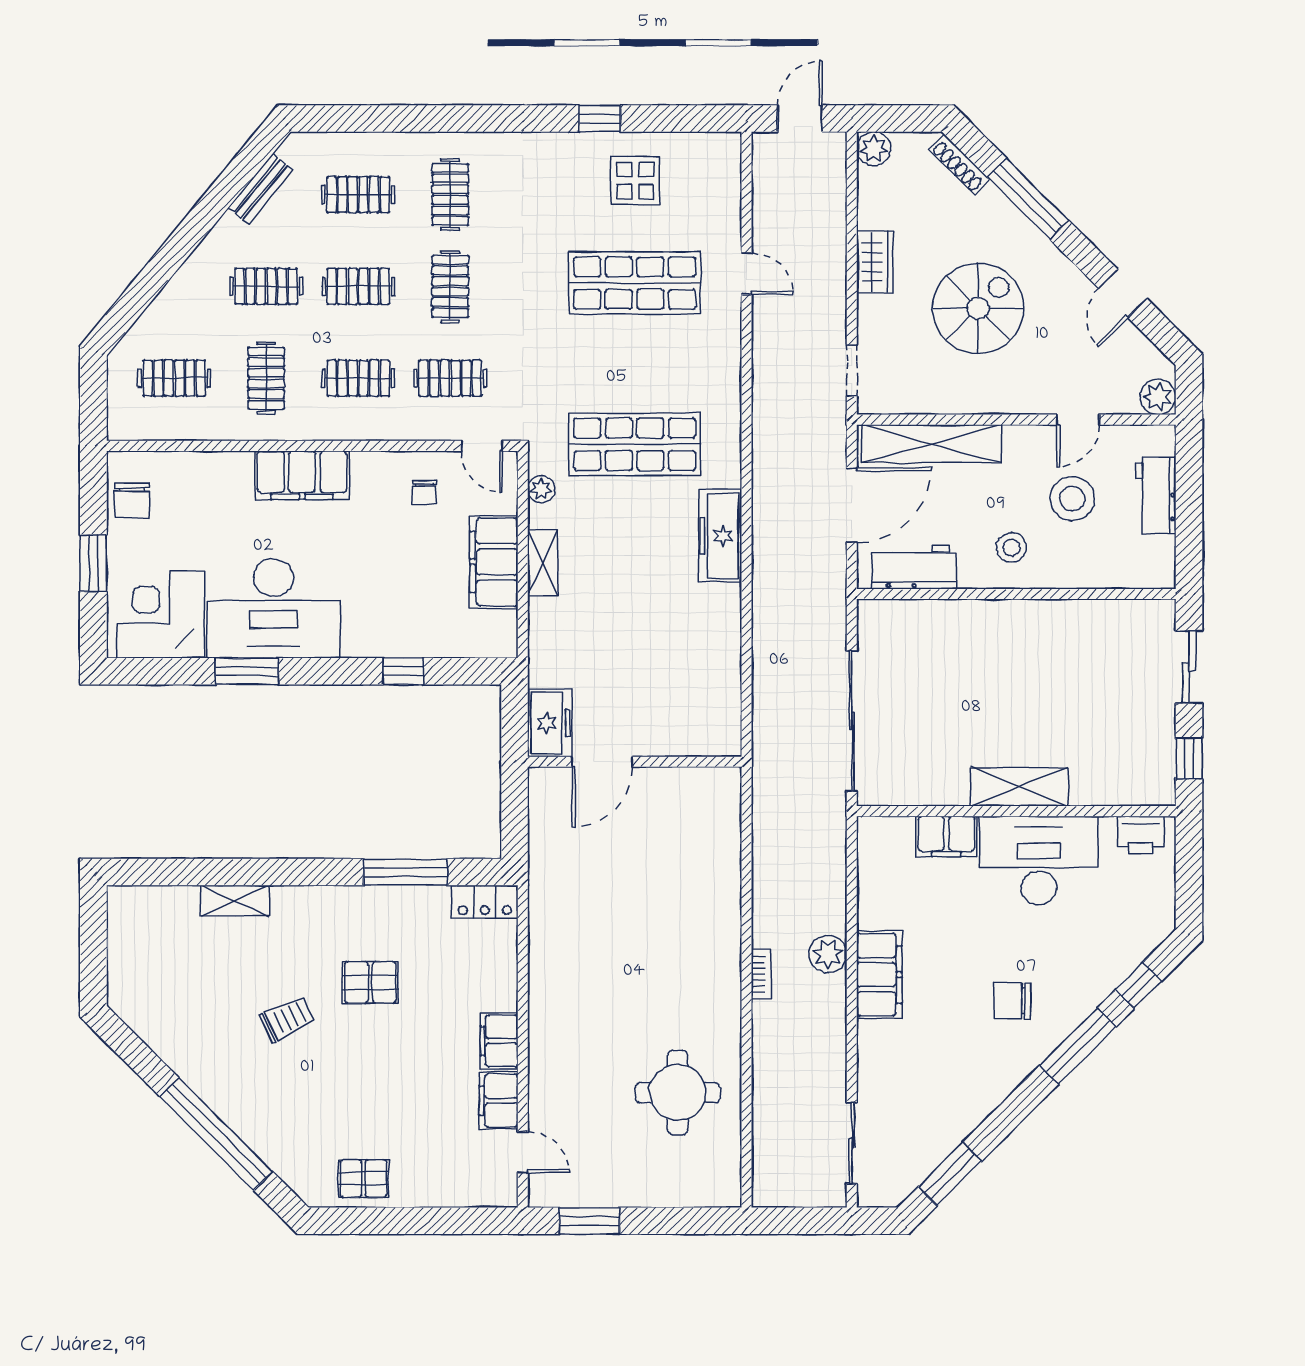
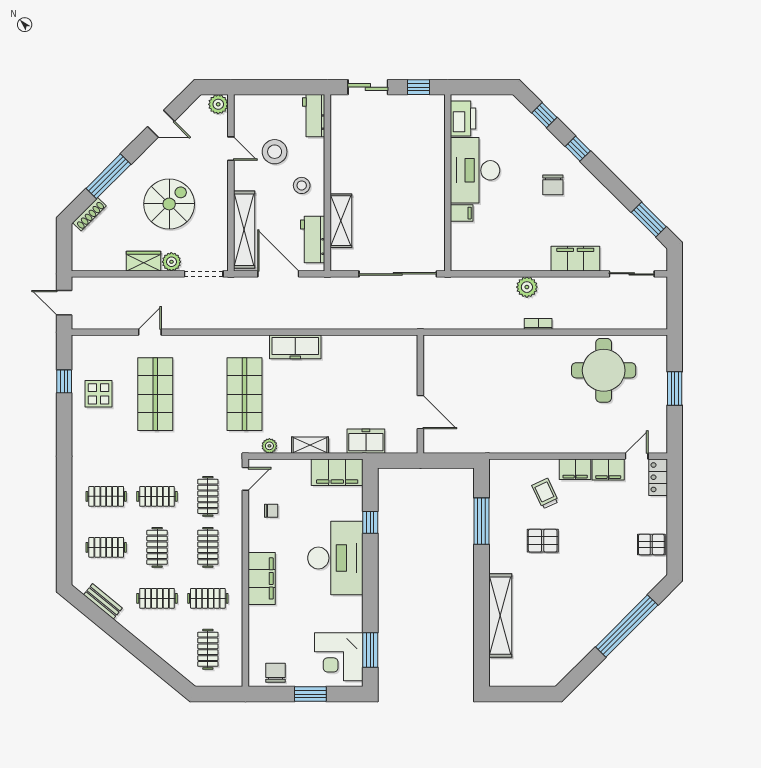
window: (600, 119) -> (64, 381), moved
plant: (874, 149) -> (171, 262), moved
clothes rail: (358, 195) -> (106, 547), turned 90
clothes rail: (266, 286) -> (157, 598), turned 90
spiral stairs: (978, 308) -> (169, 204), turned 90
doorway: (852, 370) -> (204, 274), width x1.38
workbench: (1156, 495) -> (314, 116), moved, turned 90
chair: (132, 500) -> (276, 673), turned -90
filing cabinet: (494, 562) -> (337, 472), moved
desk: (274, 608) -> (335, 558), moved
window: (247, 671) -> (370, 650), moved
freezer: (550, 723) -> (366, 441), moved
shelving: (1019, 787) -> (341, 221), moved
printer: (1141, 835) -> (463, 119), width x1.37, depth x1.19
filing cabinet: (946, 836) -> (462, 213), width x0.50
shelving: (235, 901) -> (500, 616), width x2.20, depth x1.33
locker: (485, 902) -> (658, 477), moved, turned 180
filing cabinet: (879, 975) -> (575, 259), moved
pallet: (370, 982) -> (543, 541), turned 90
trolley: (287, 1019) -> (545, 494), moved
window: (1078, 1046) -> (578, 149), width x0.46
round table: (678, 1093) -> (604, 370), width x1.36, depth x1.36
pallet: (363, 1179) -> (651, 544), turned 90
window: (589, 1221) -> (675, 388), moved

